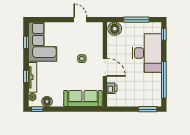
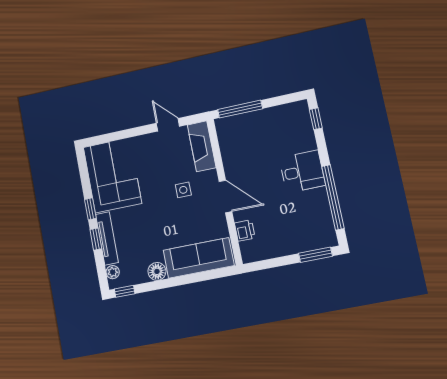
window: (136, 20) -> (240, 109), moved
floor lamp: (115, 29) -> (229, 128), removed
fireplace: (97, 36) -> (202, 146), added
window: (26, 42) -> (90, 209), moved
desk: (147, 53) -> (302, 172), width x0.53, depth x0.77
floor lamp: (47, 101) -> (157, 271), moved

